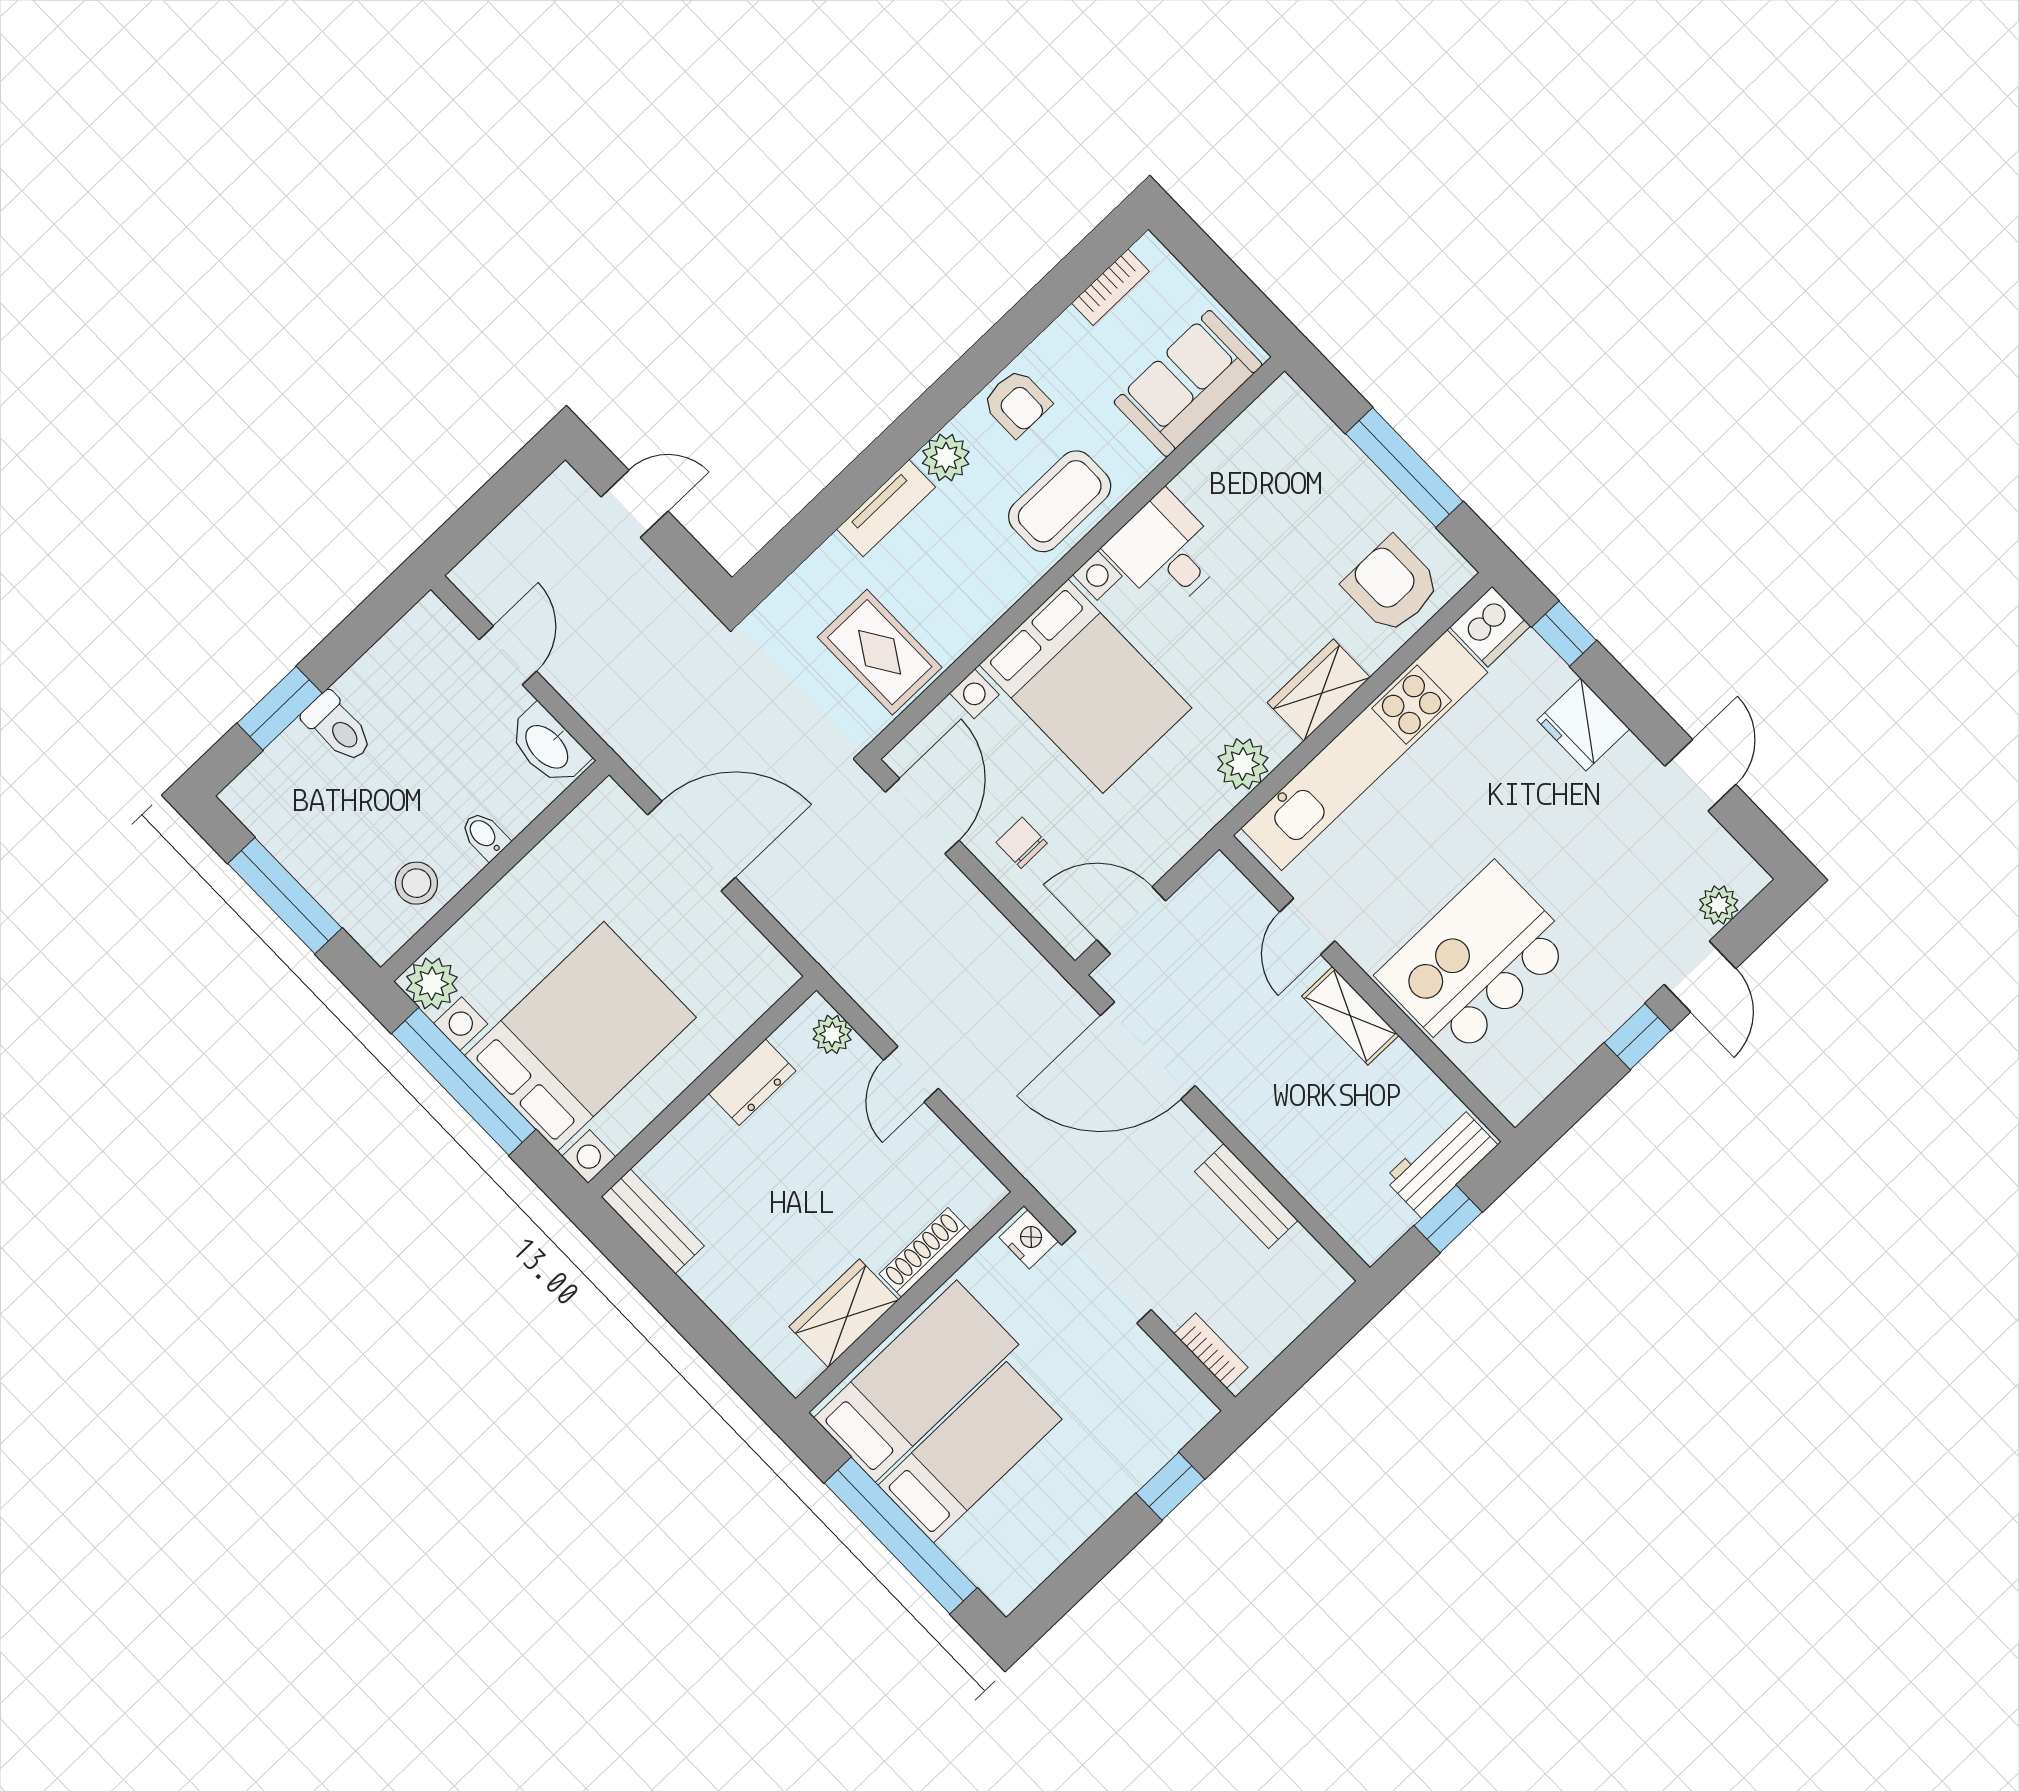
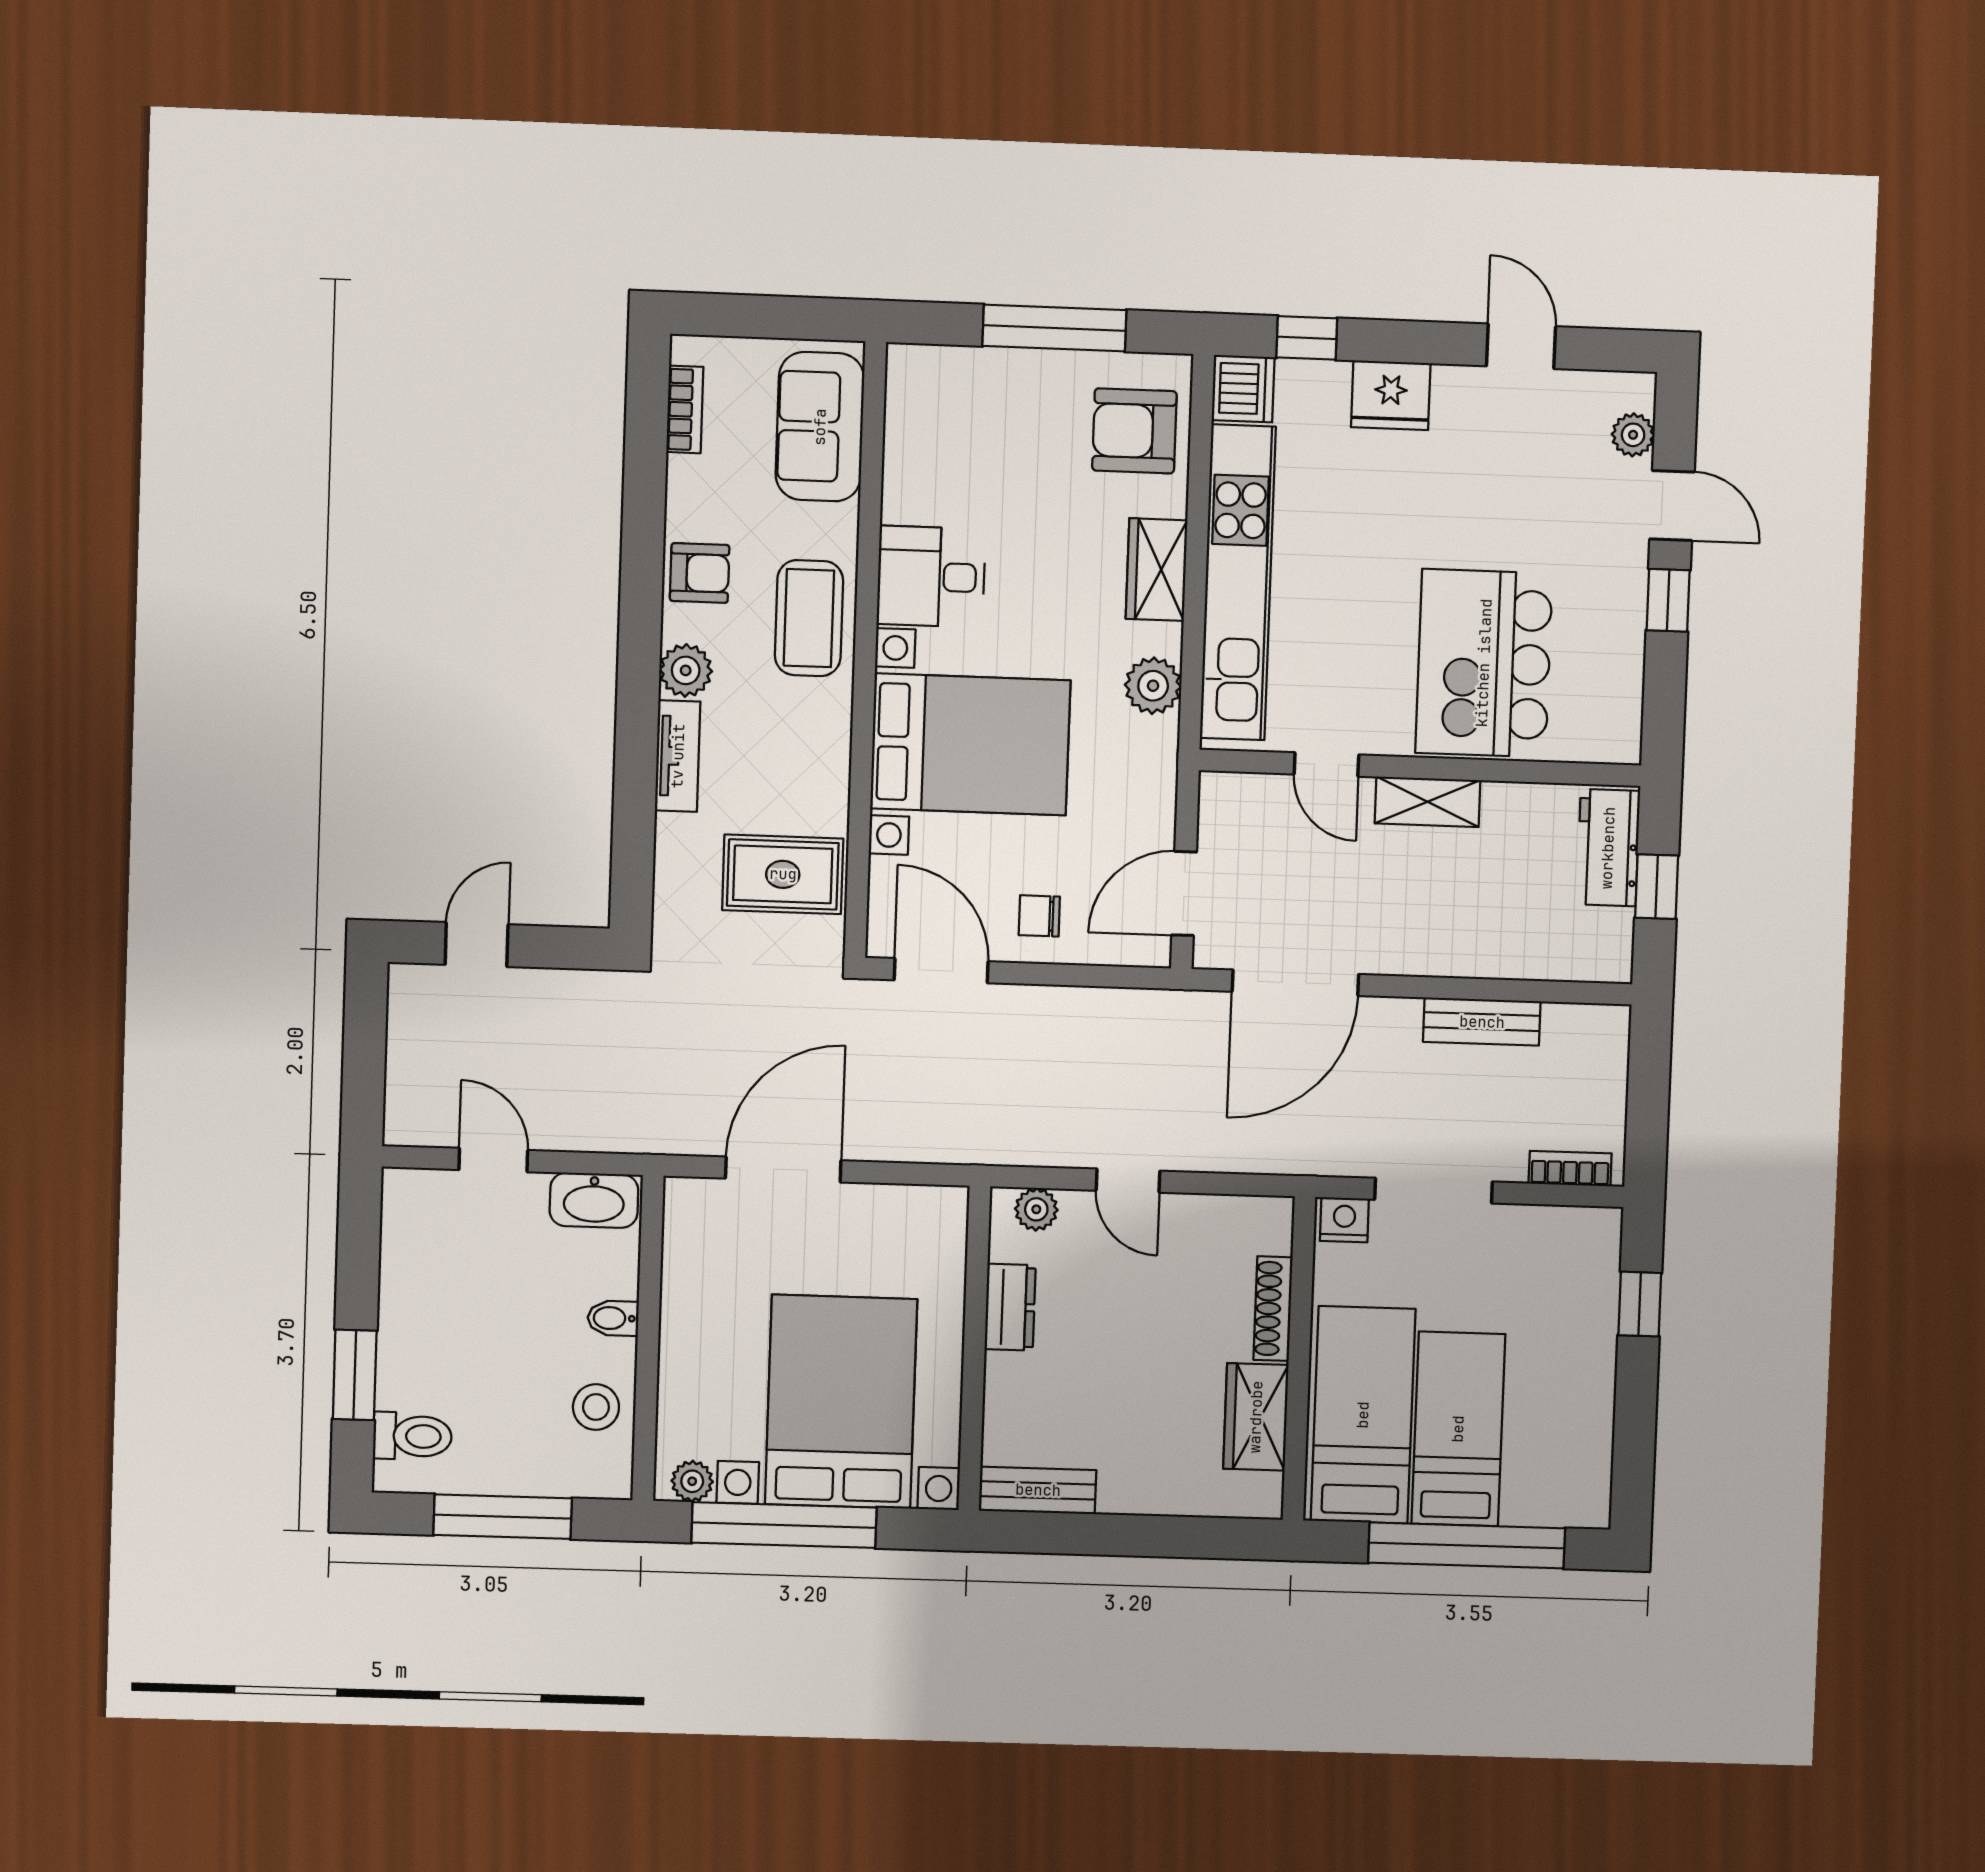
toilet: (338, 727) -> (412, 1436), moved
plant: (432, 984) -> (692, 1481), width x0.73, depth x0.73

